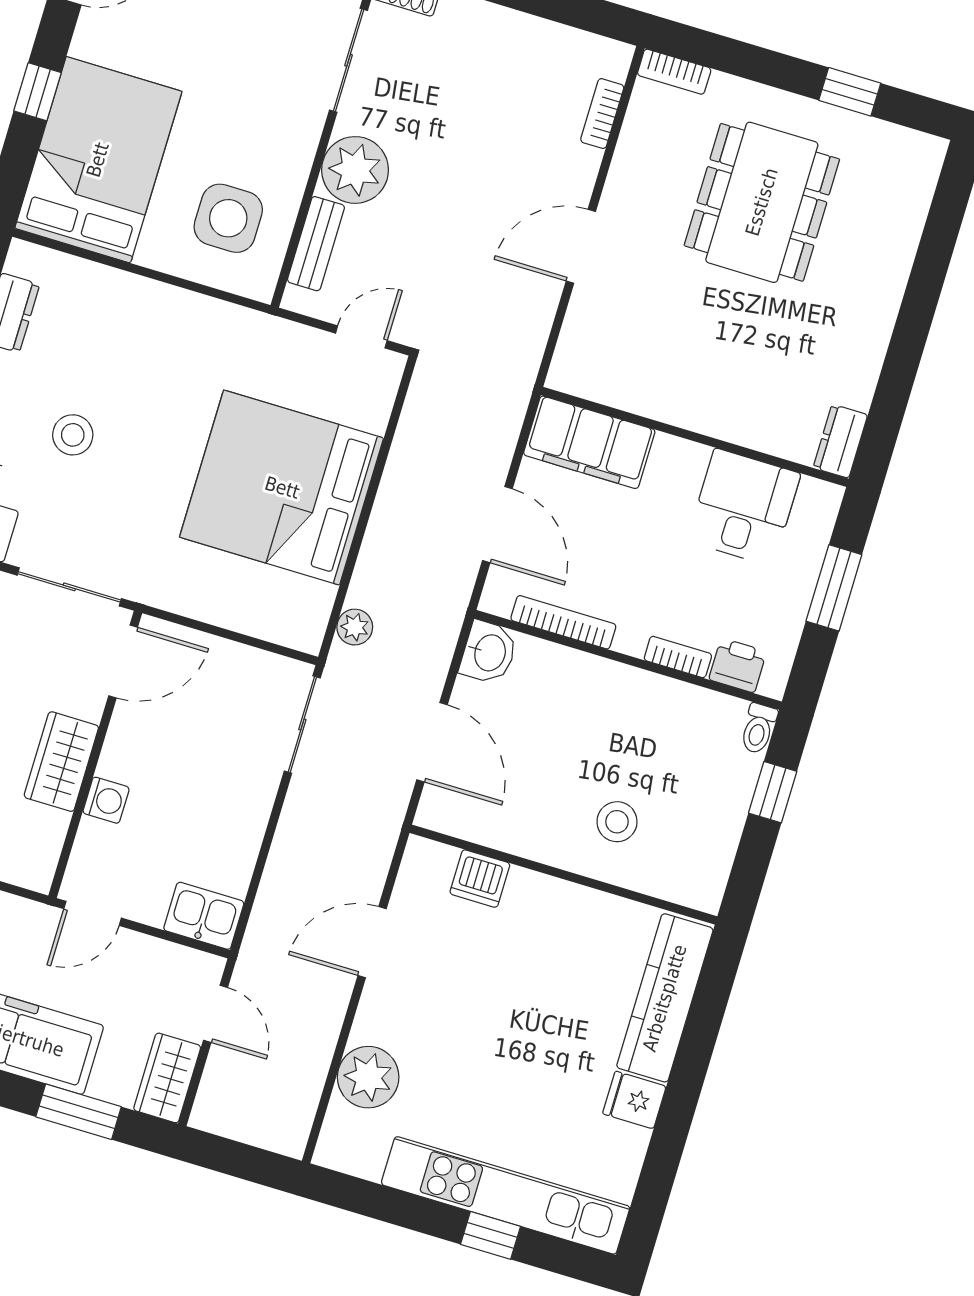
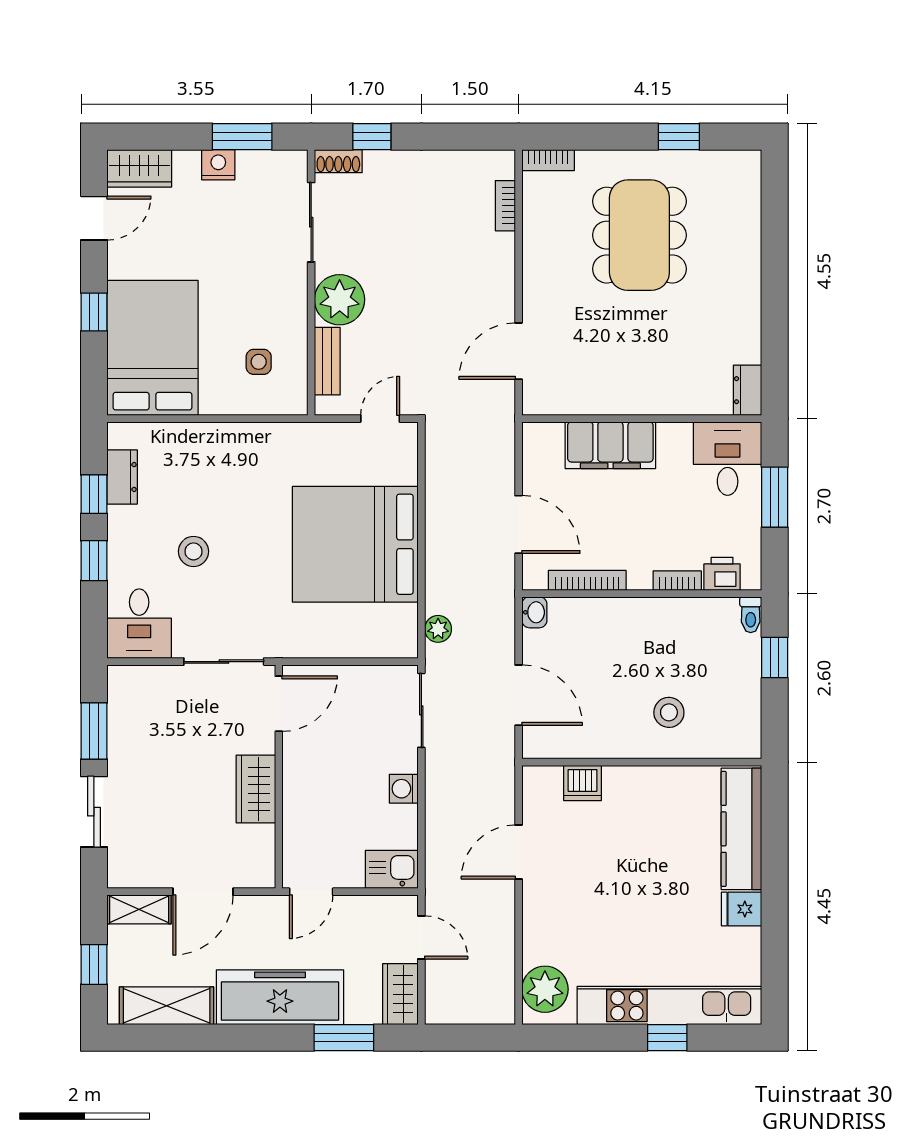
side table: (228, 218) -> (259, 362), width x0.54, depth x0.54
door: (581, 246) -> (519, 351), moved
filing cabinet: (589, 442) -> (610, 445), moved
desk: (744, 507) -> (728, 459), moved
washbasin: (489, 652) -> (534, 612), width x0.72, depth x0.69
washing machine: (106, 800) -> (404, 789), moved, turned 180
plant: (368, 1077) -> (545, 989), moved

